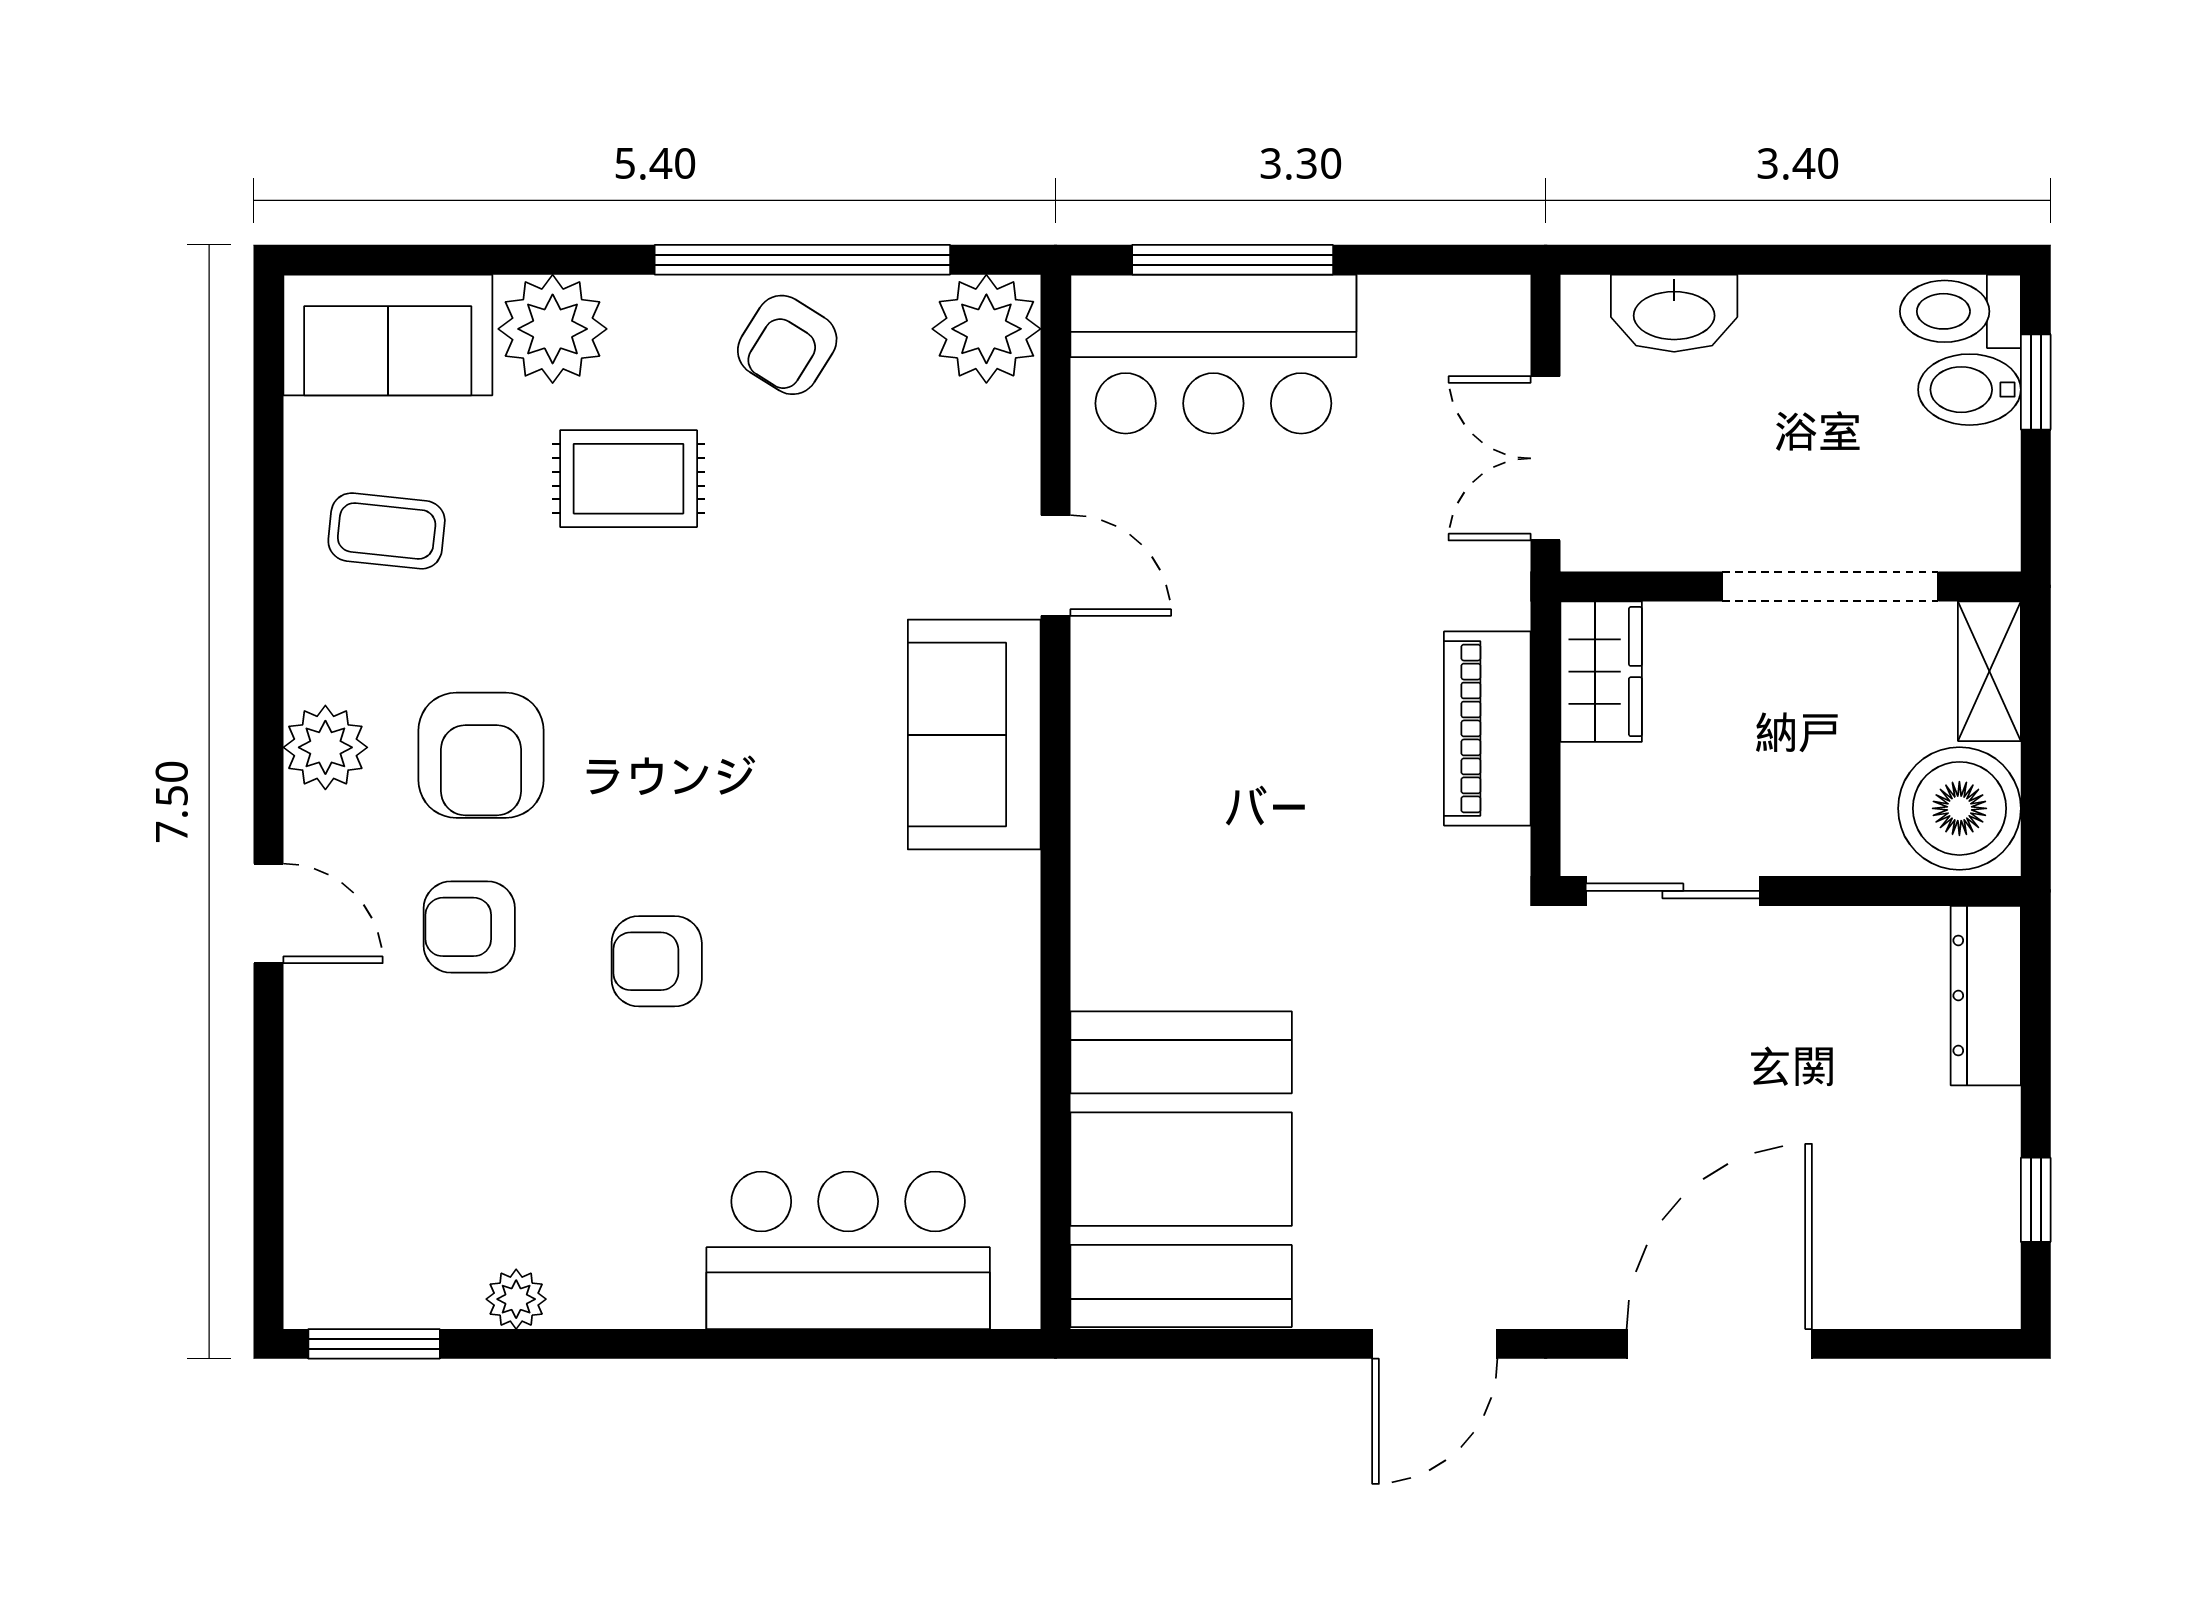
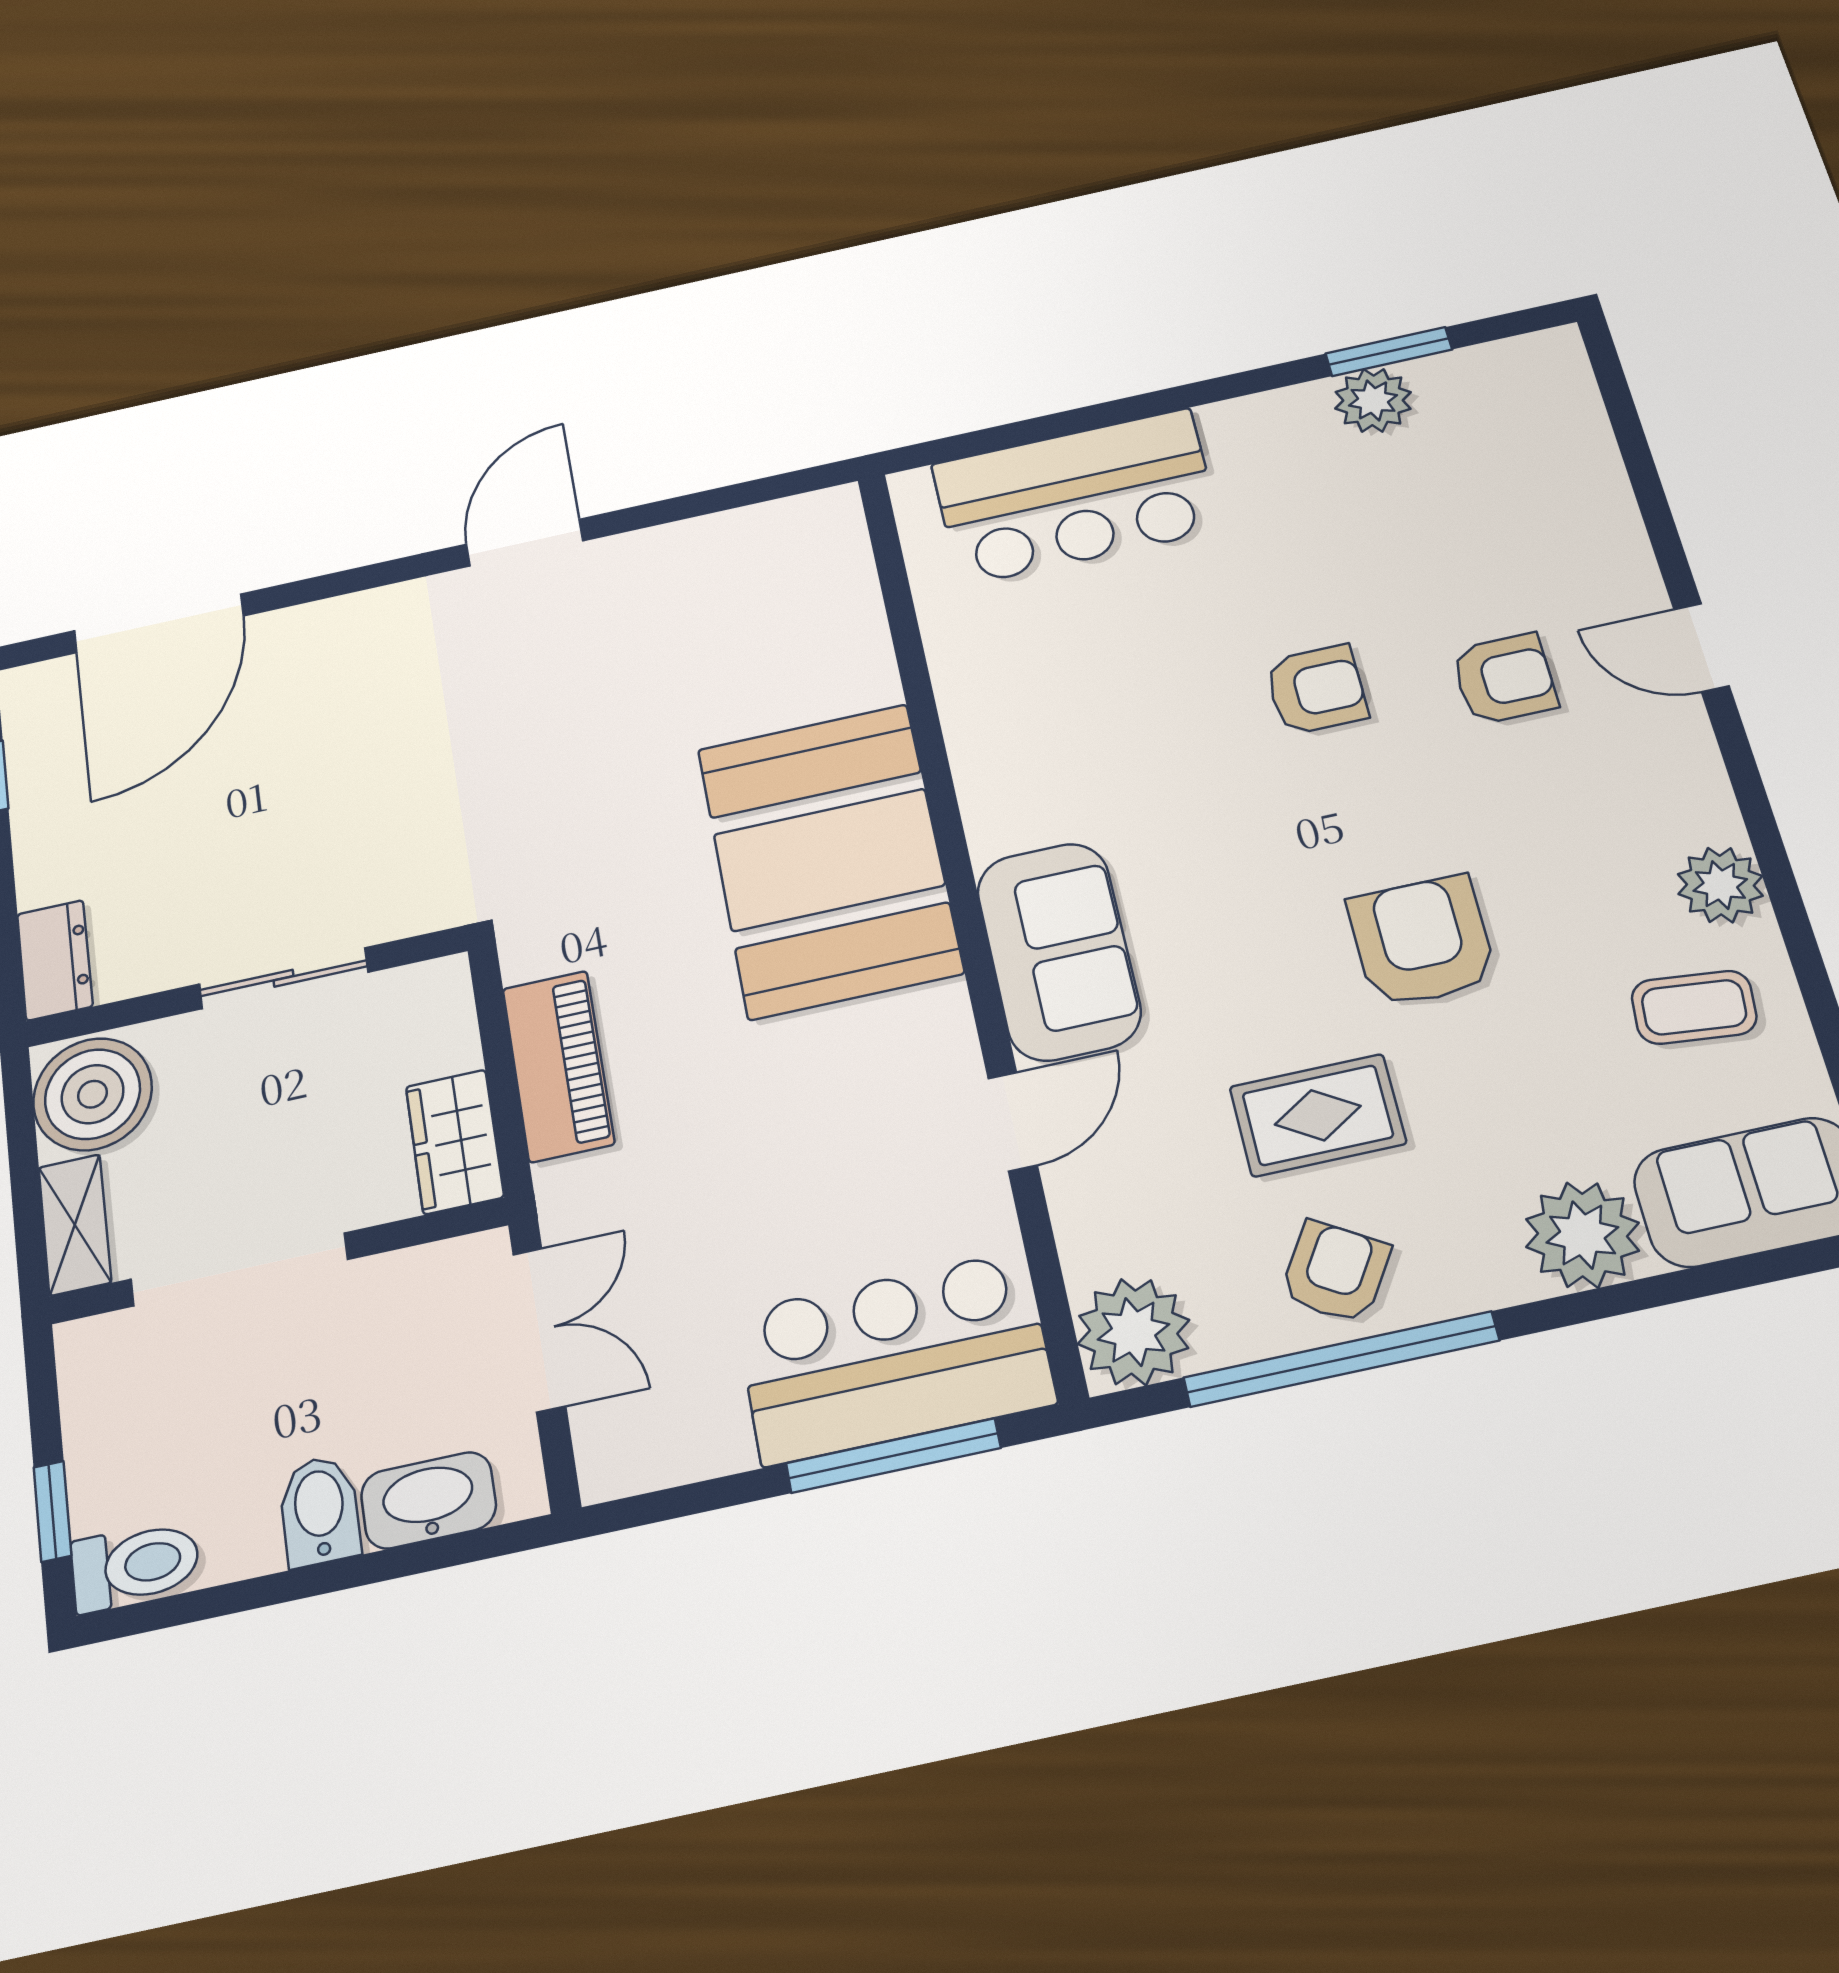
bidet: (1969, 390) -> (320, 1511), moved, turned -90
rug: (629, 479) -> (1318, 1115), moved
door: (1056, 566) -> (1013, 1122), swing flipped
plant: (325, 747) -> (1720, 885), moved
armchair: (481, 755) -> (1422, 941), moved
sliding door: (1673, 891) -> (284, 978), moved
dresser: (1986, 996) -> (55, 960), width x0.70
booth: (1181, 1169) -> (829, 860), moved
plant: (516, 1299) -> (1373, 400), width x1.38, depth x1.38
window: (374, 1344) -> (1389, 352), moved
door: (1719, 1344) -> (159, 623), moved

